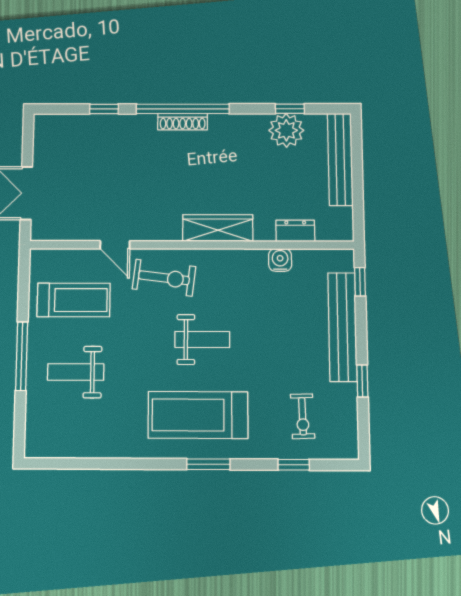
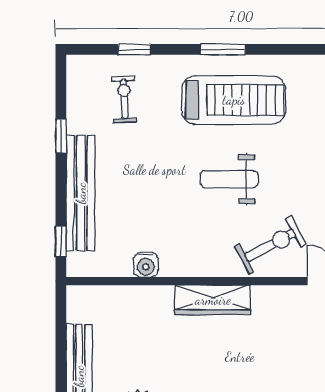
dresser: (295, 231) -> (129, 297), removed
exercise bike: (164, 278) -> (270, 245), turned 145

